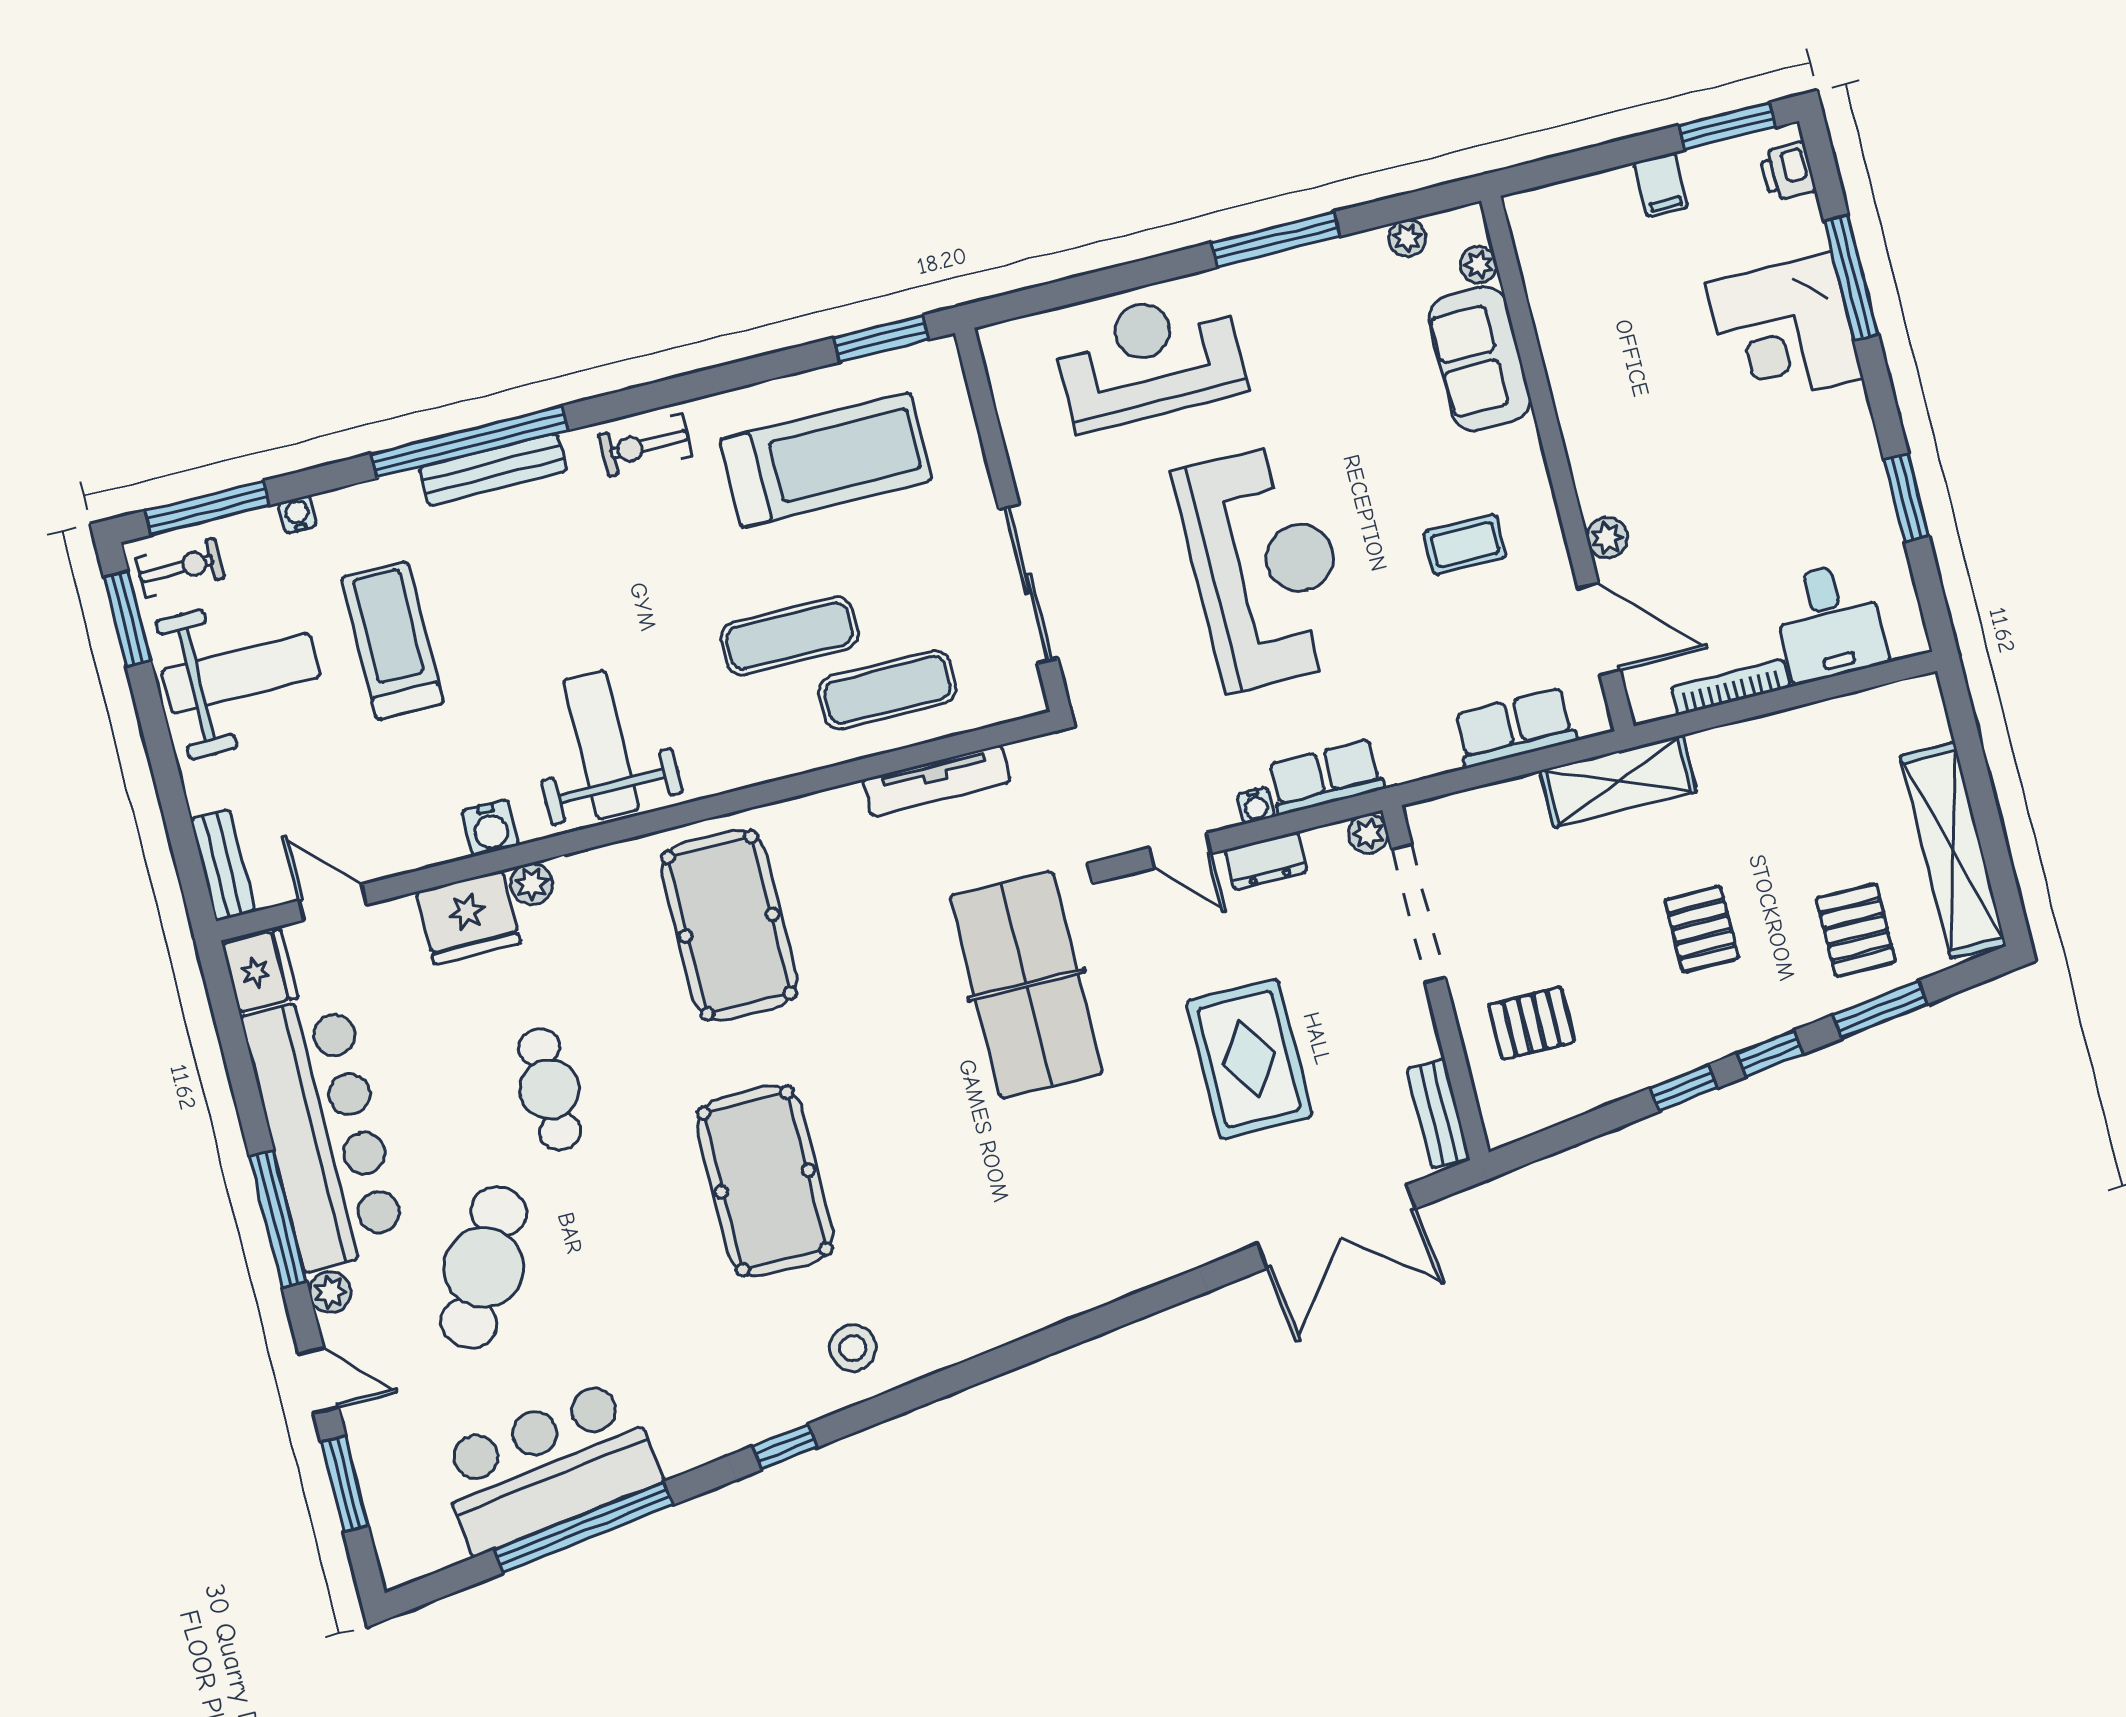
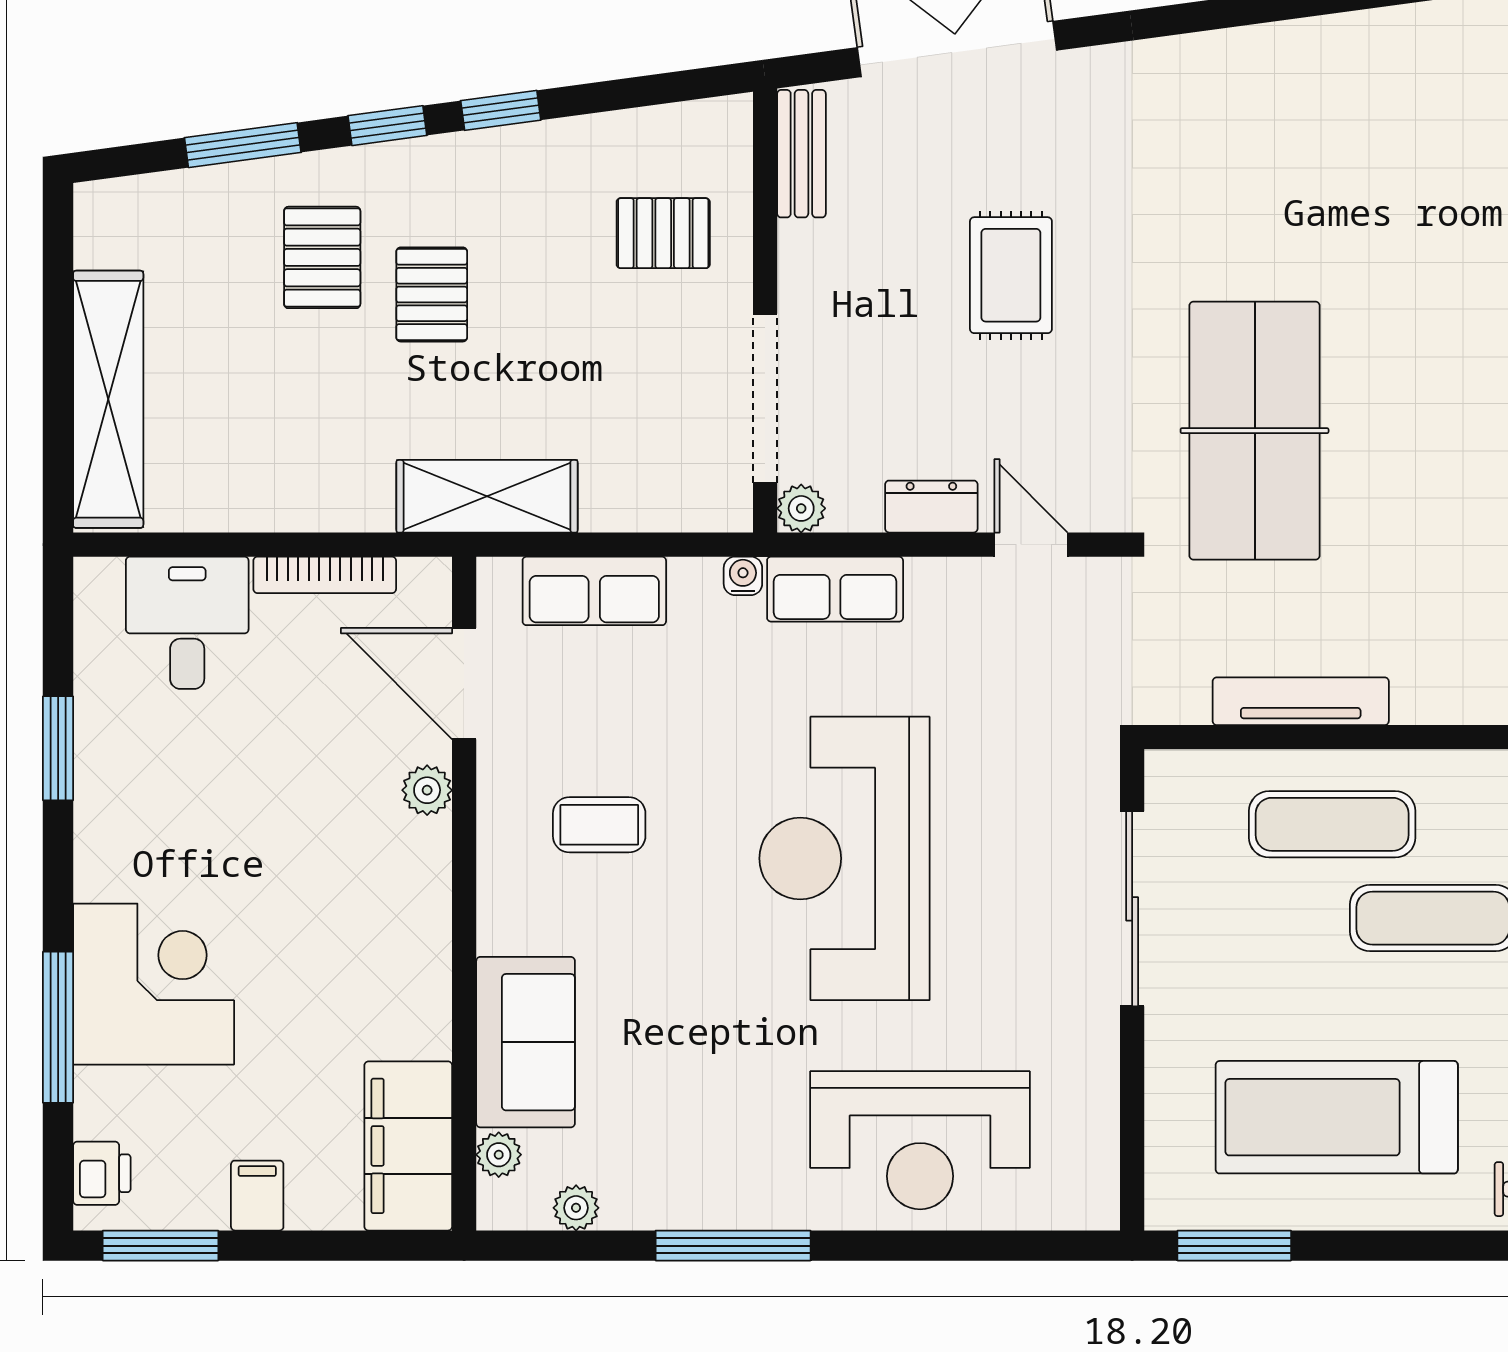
filing cabinet: (1552, 254) -> (408, 1146), added
water cooler: (1256, 805) -> (743, 576), moved
shelving: (1953, 850) -> (108, 399), moved
pallet: (1856, 930) -> (322, 257), moved
rug: (1249, 1059) -> (1011, 275), width x0.73, depth x0.70

